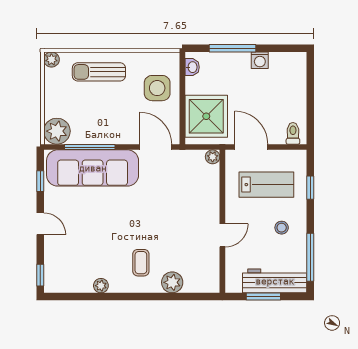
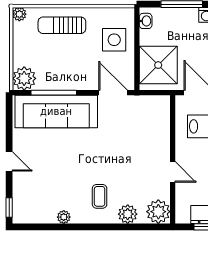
plant: (213, 157) -> (158, 212), moved, width x1.87, depth x1.87
window: (40, 181) -> (9, 123), removed
door: (222, 235) -> (173, 172), hinge flipped

